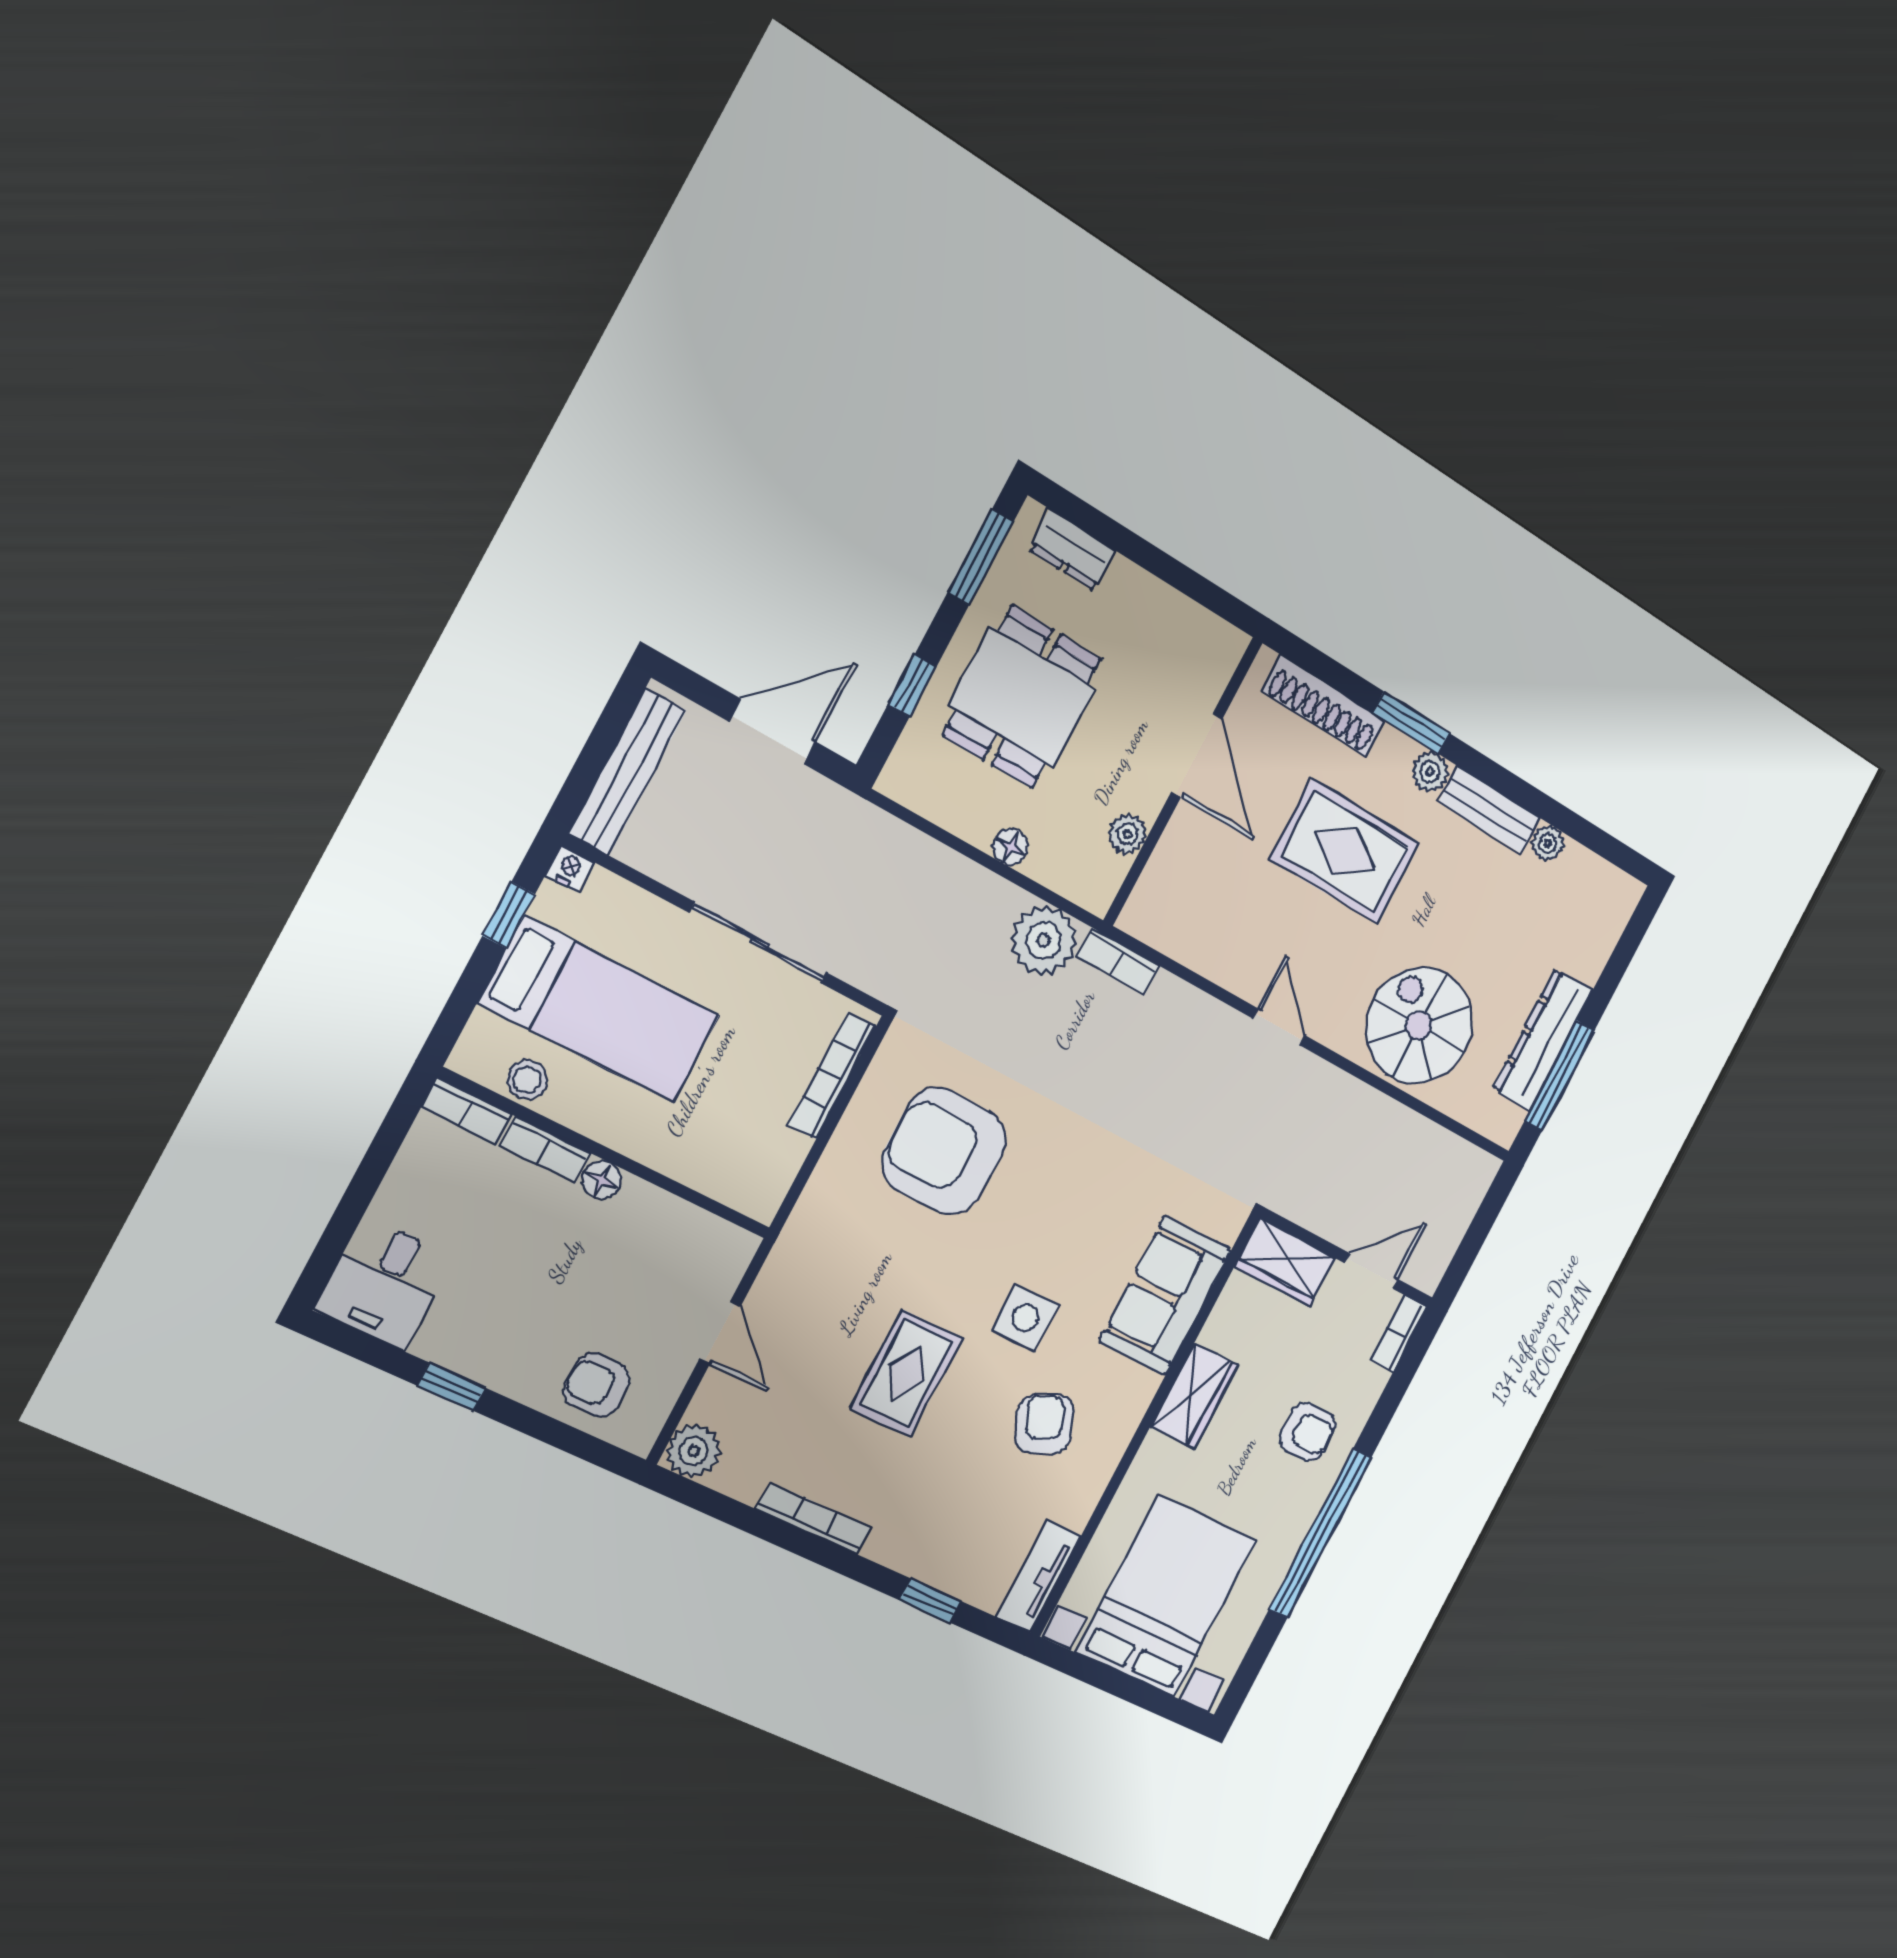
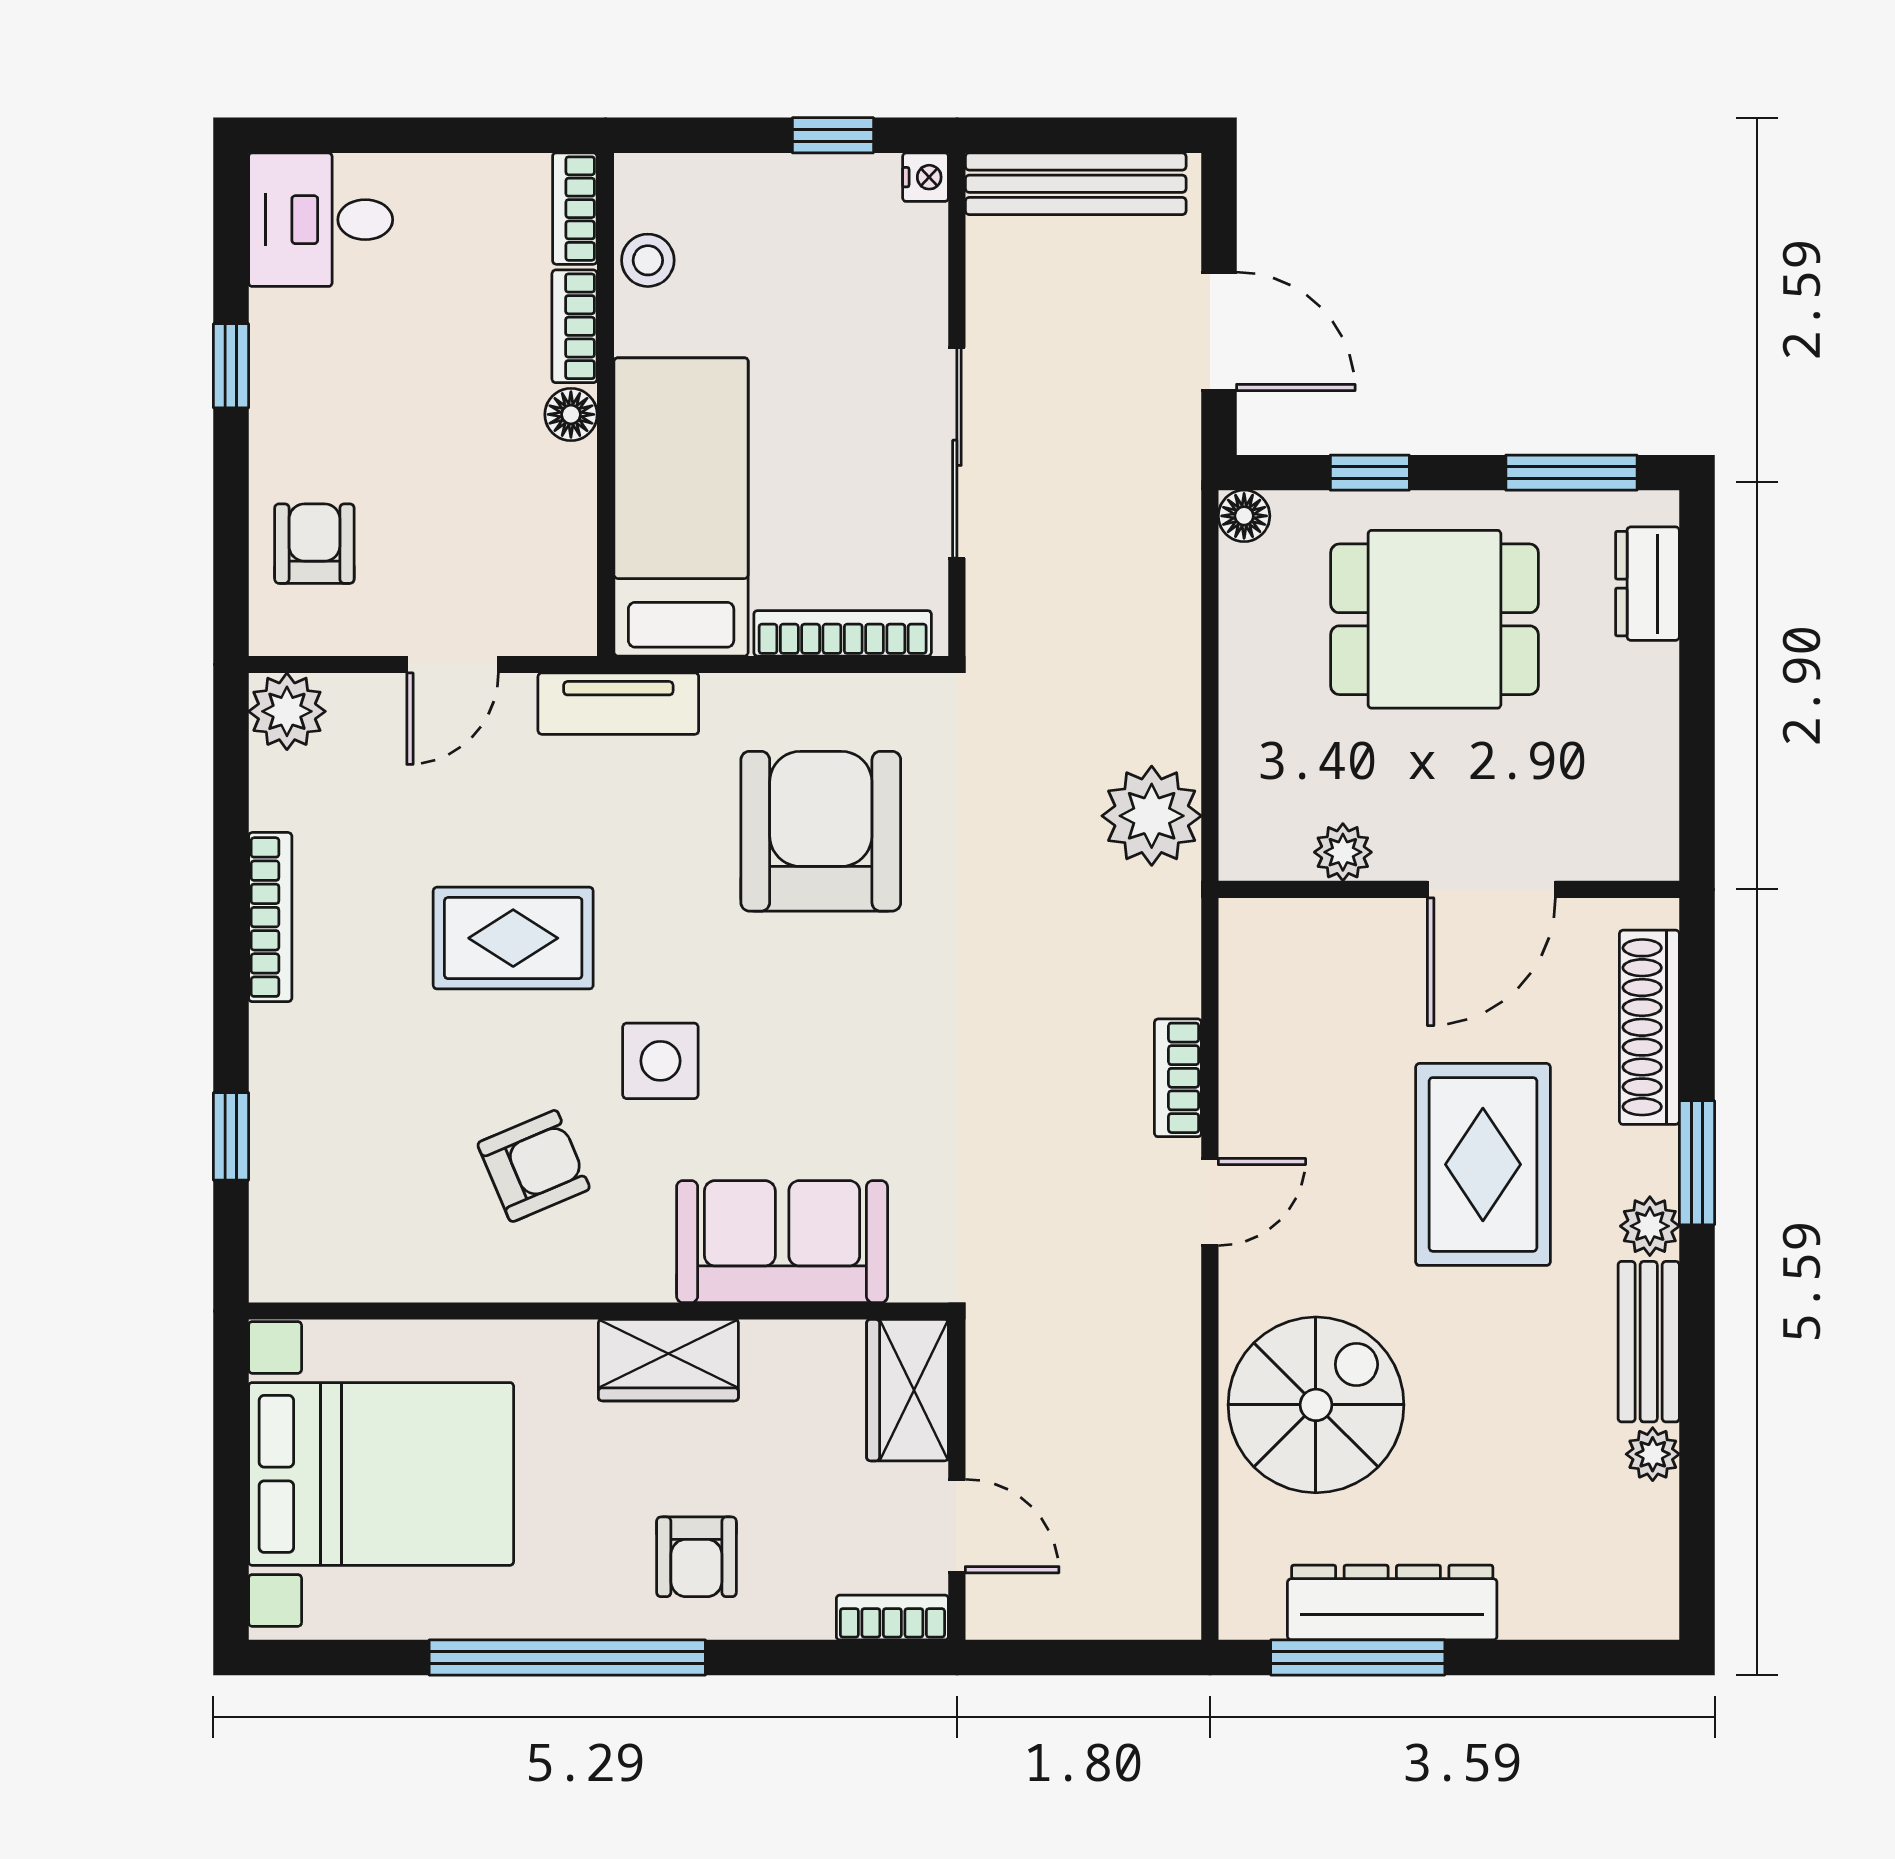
floor lamp: (1011, 847) -> (1244, 516), moved
bookcase: (1118, 961) -> (1178, 1078), moved
bed: (600, 1010) -> (681, 507), moved, turned 180
tv unit: (1039, 1576) -> (618, 704), moved, turned 180

